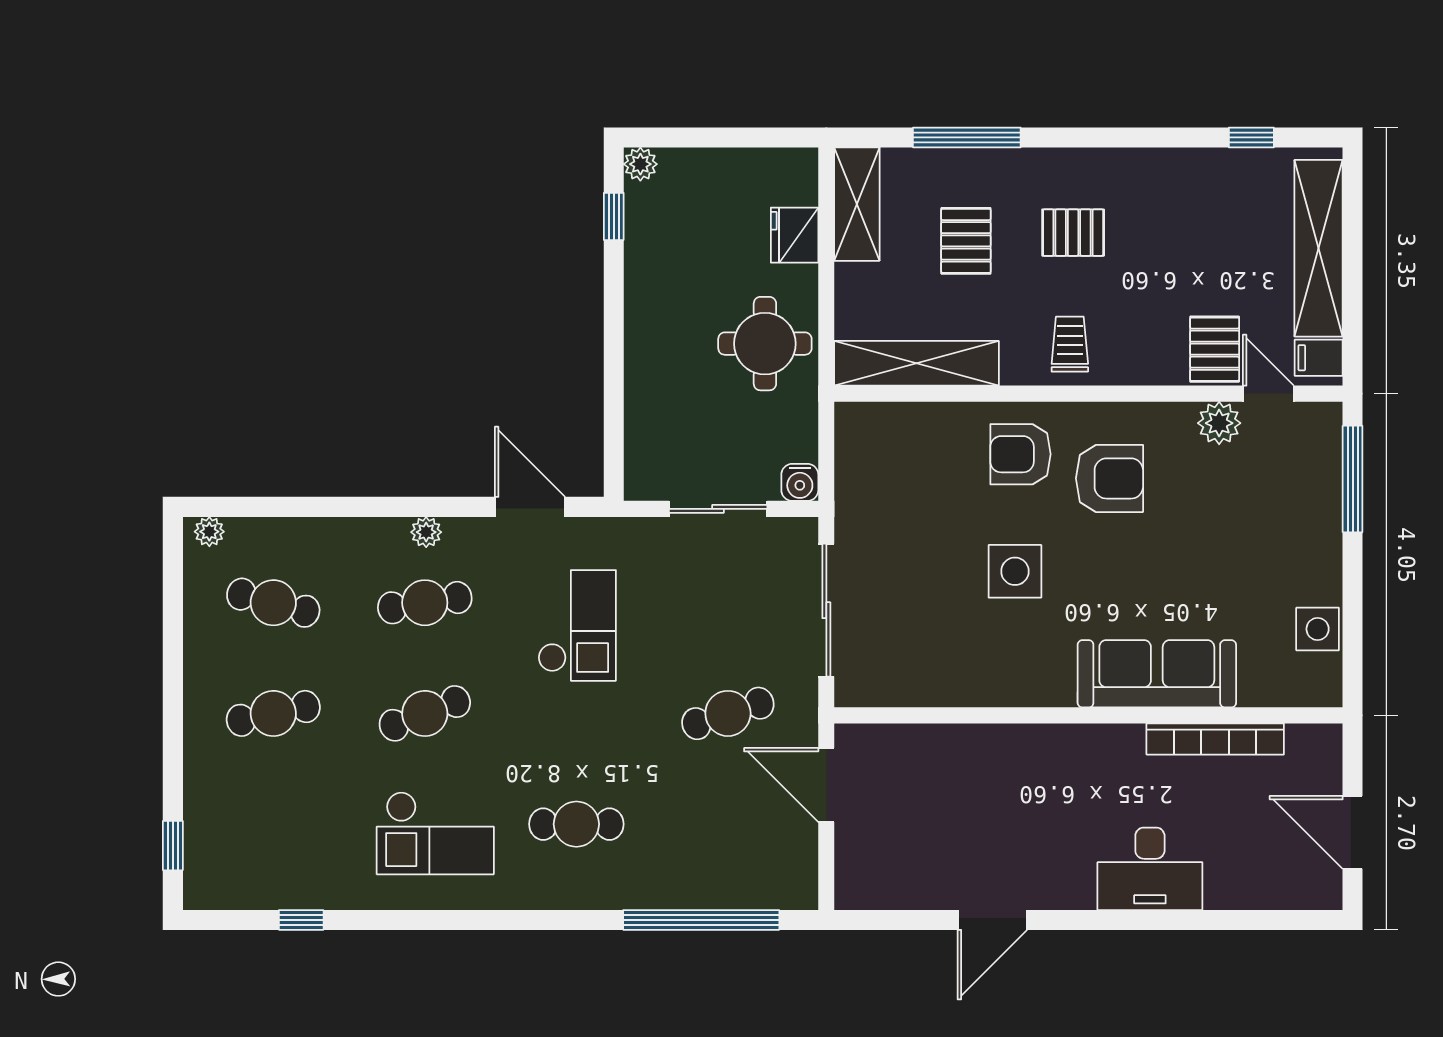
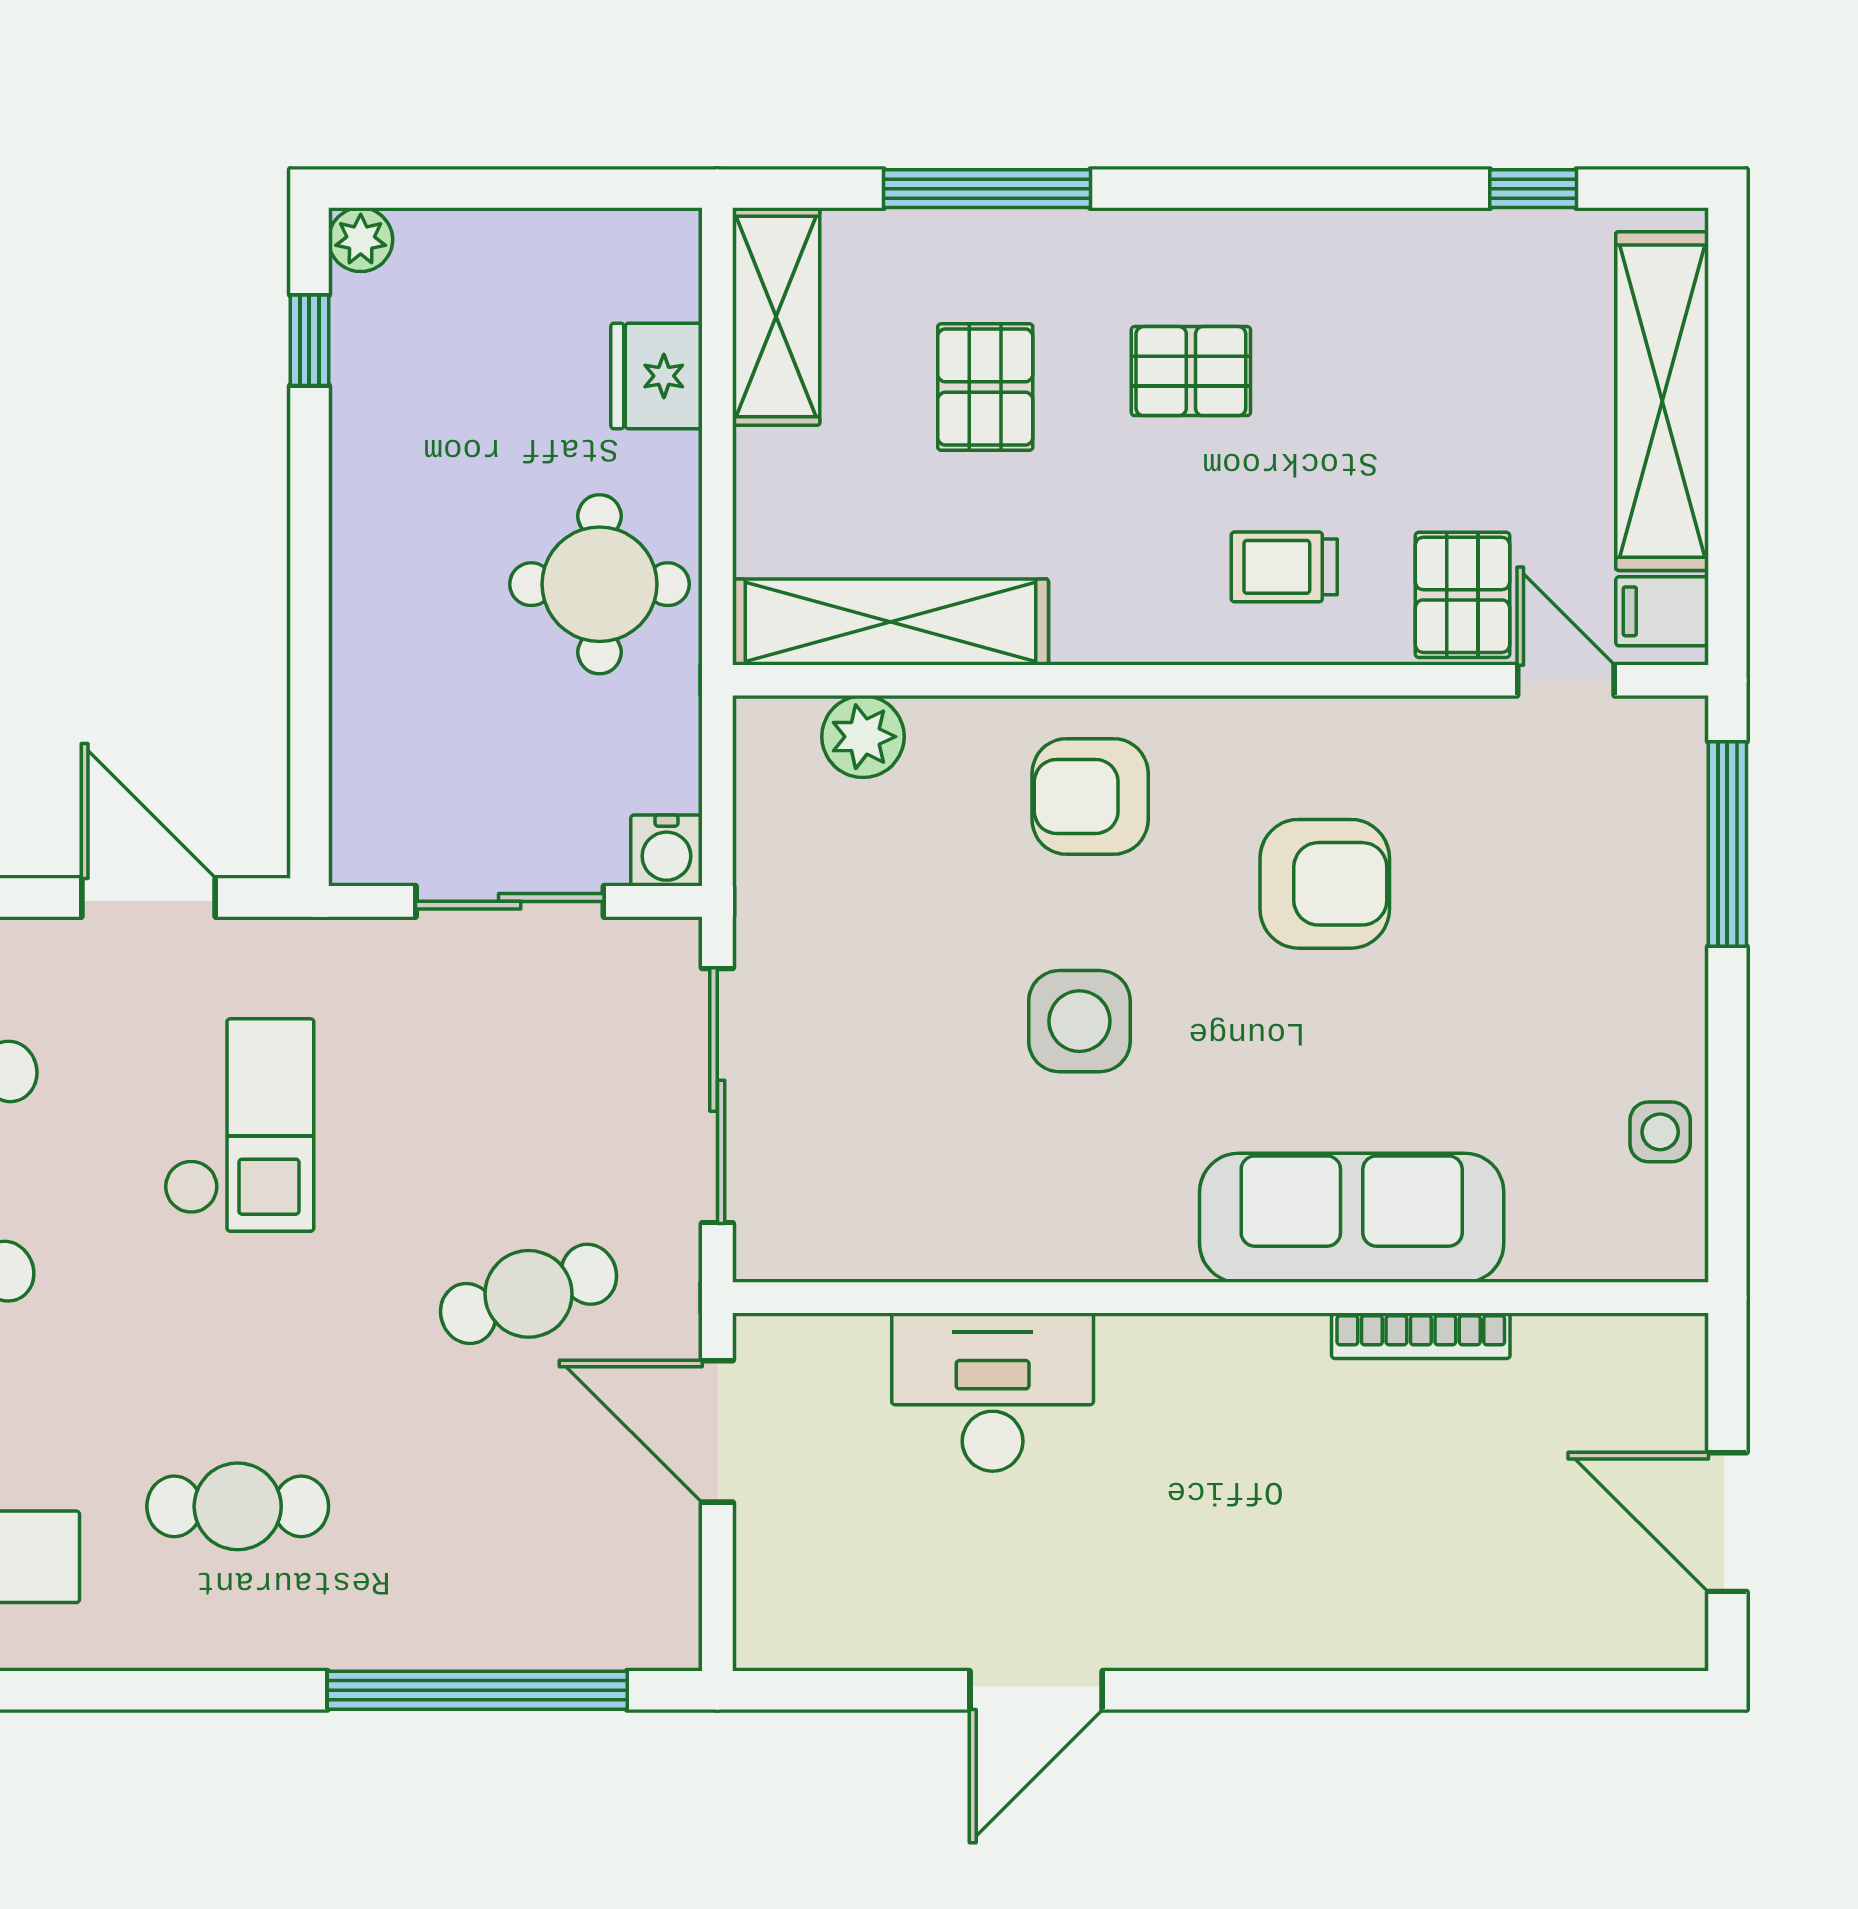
trolley: (1070, 344) -> (1284, 567), moved, turned -90
plant: (1219, 423) -> (863, 737), moved
armchair: (1109, 478) -> (1325, 884), moved
side table: (1318, 629) -> (1660, 1132), width x0.73, depth x0.73
bookcase: (1215, 739) -> (1421, 1336), width x0.68, depth x0.76
desk: (1150, 869) -> (993, 1392), moved, turned 180

